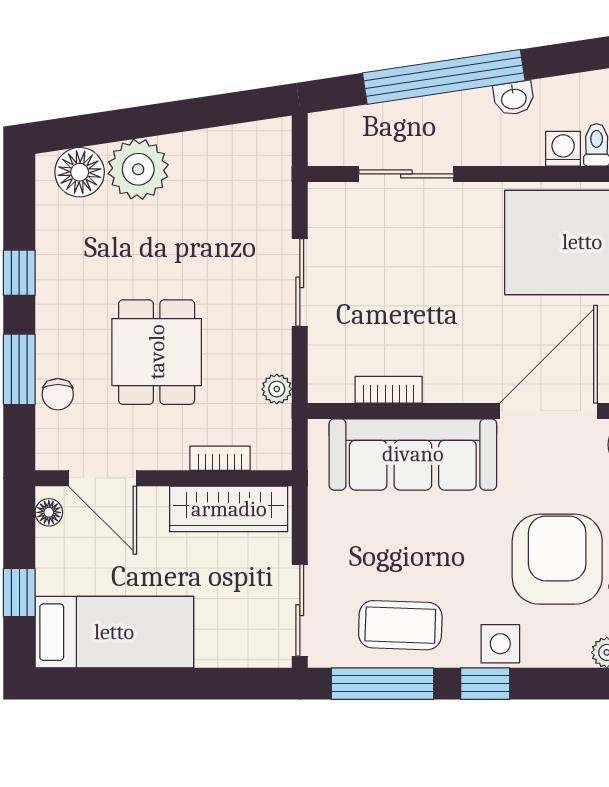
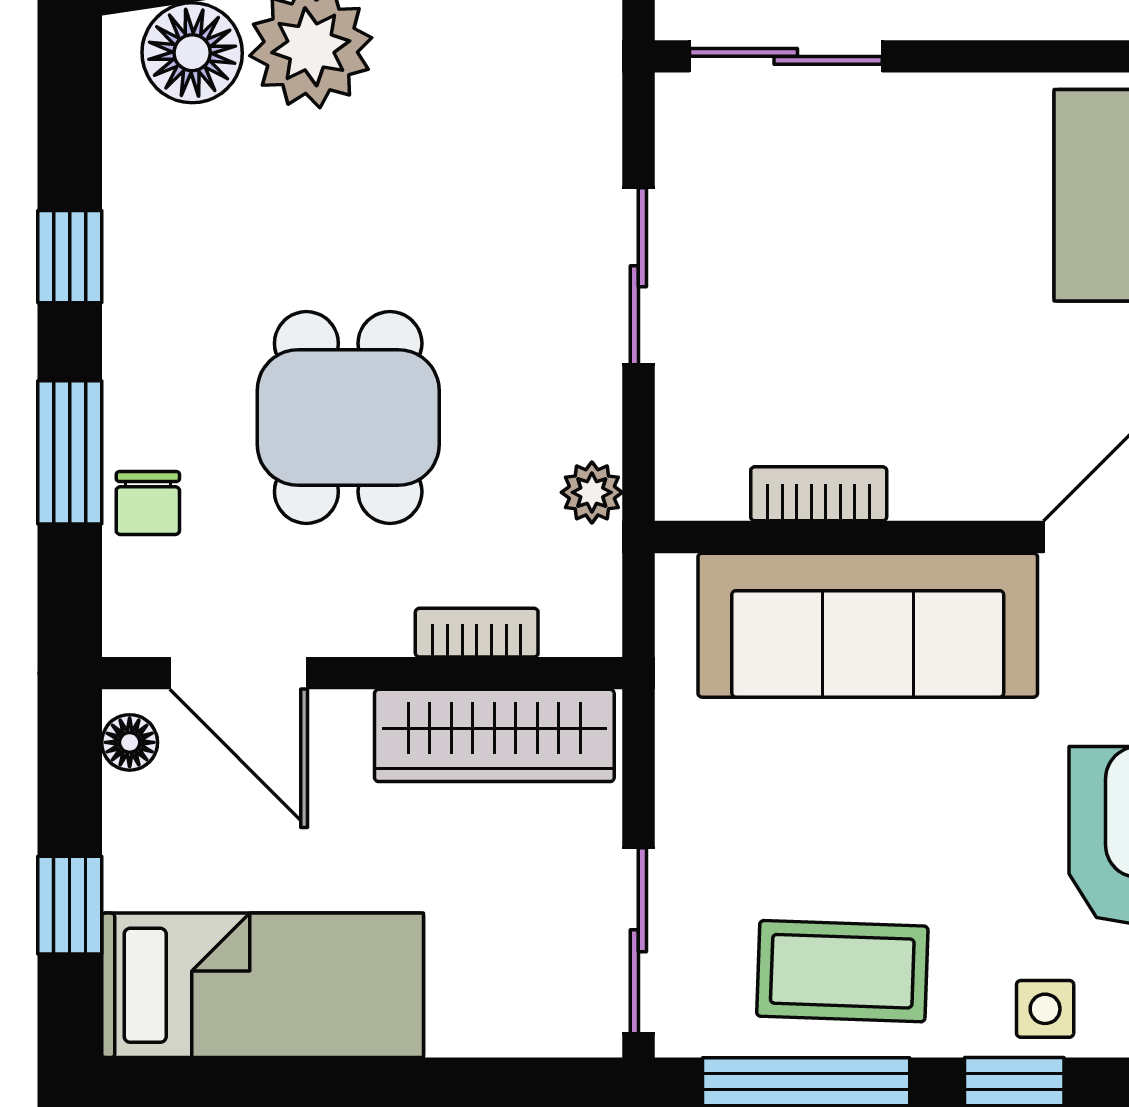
sliding door: (406, 174) -> (786, 56), moved
side table: (500, 644) -> (1045, 1009), width x0.73, depth x0.73

